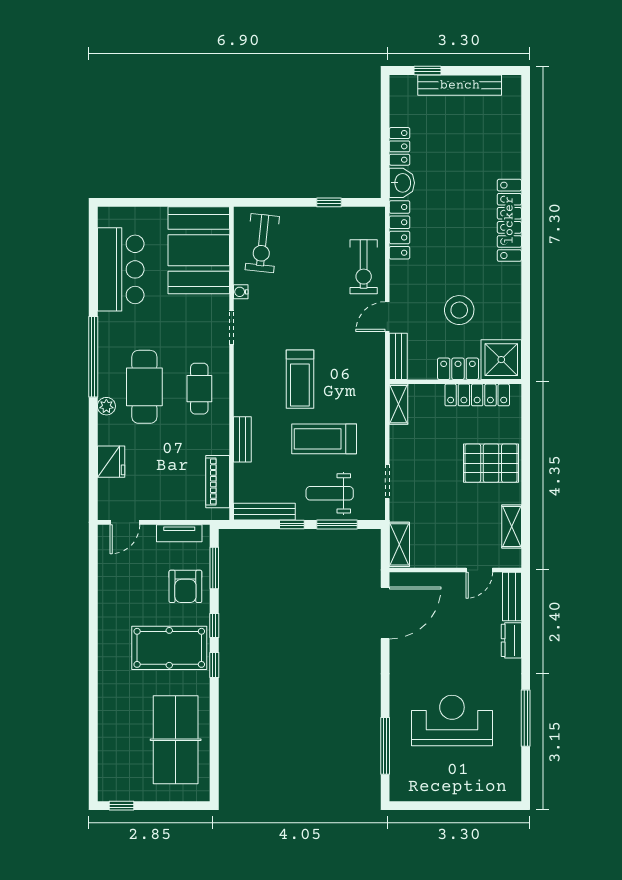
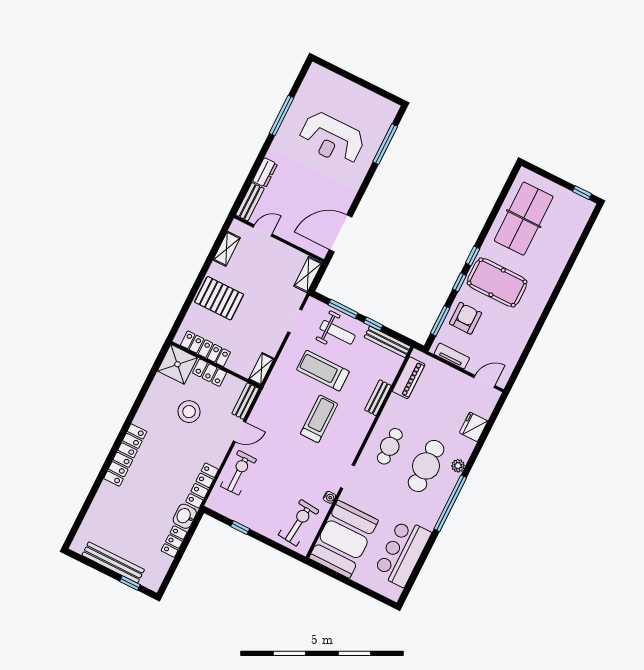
treadmill: (324, 439) -> (323, 371), turned 180

